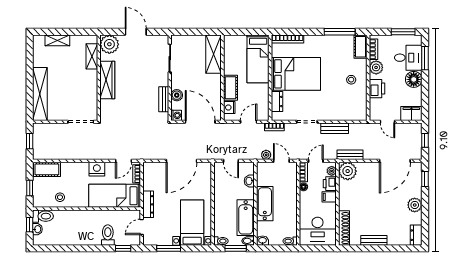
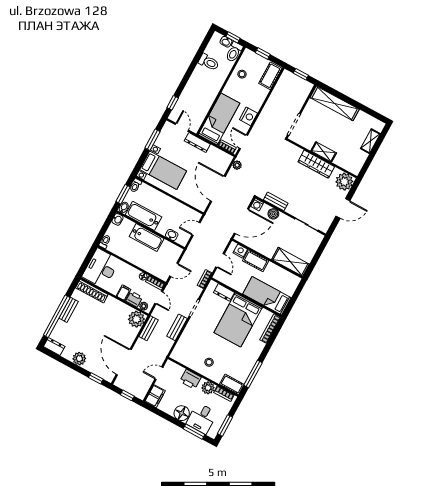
shelving: (92, 56) -> (324, 152), moved
plant: (266, 155) -> (237, 165), moved
toilet: (108, 235) -> (209, 62), moved
window: (386, 248) -> (57, 316), added

